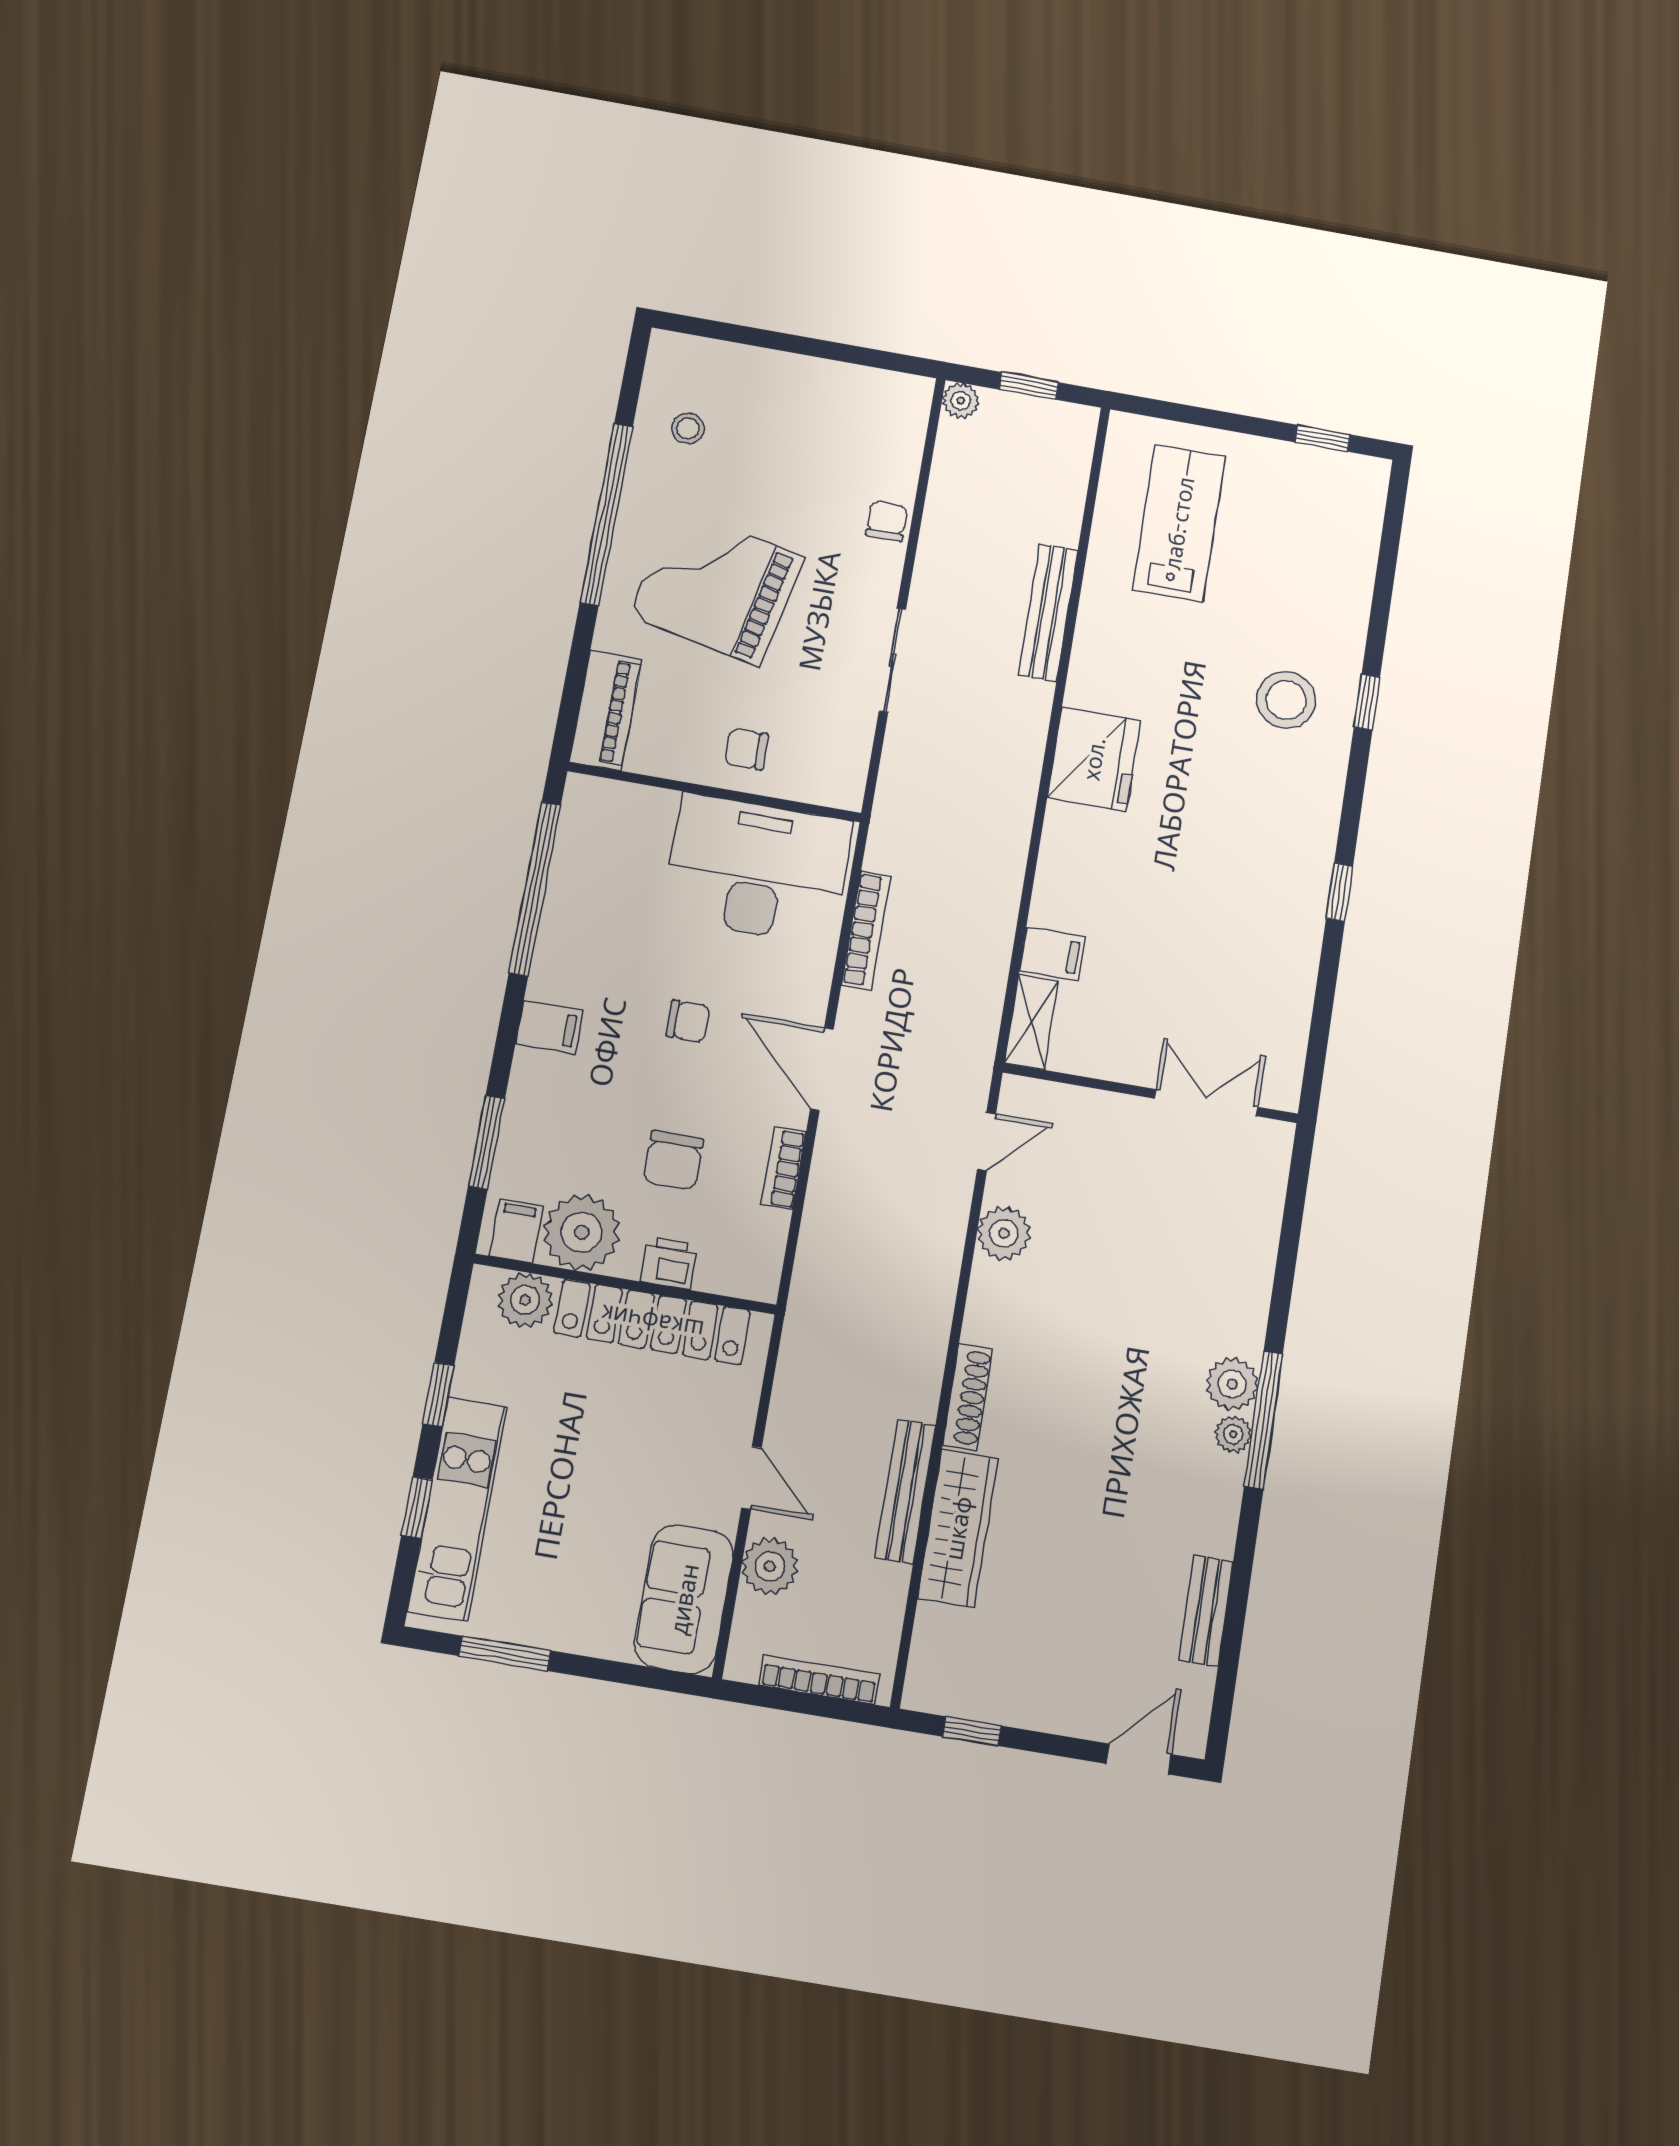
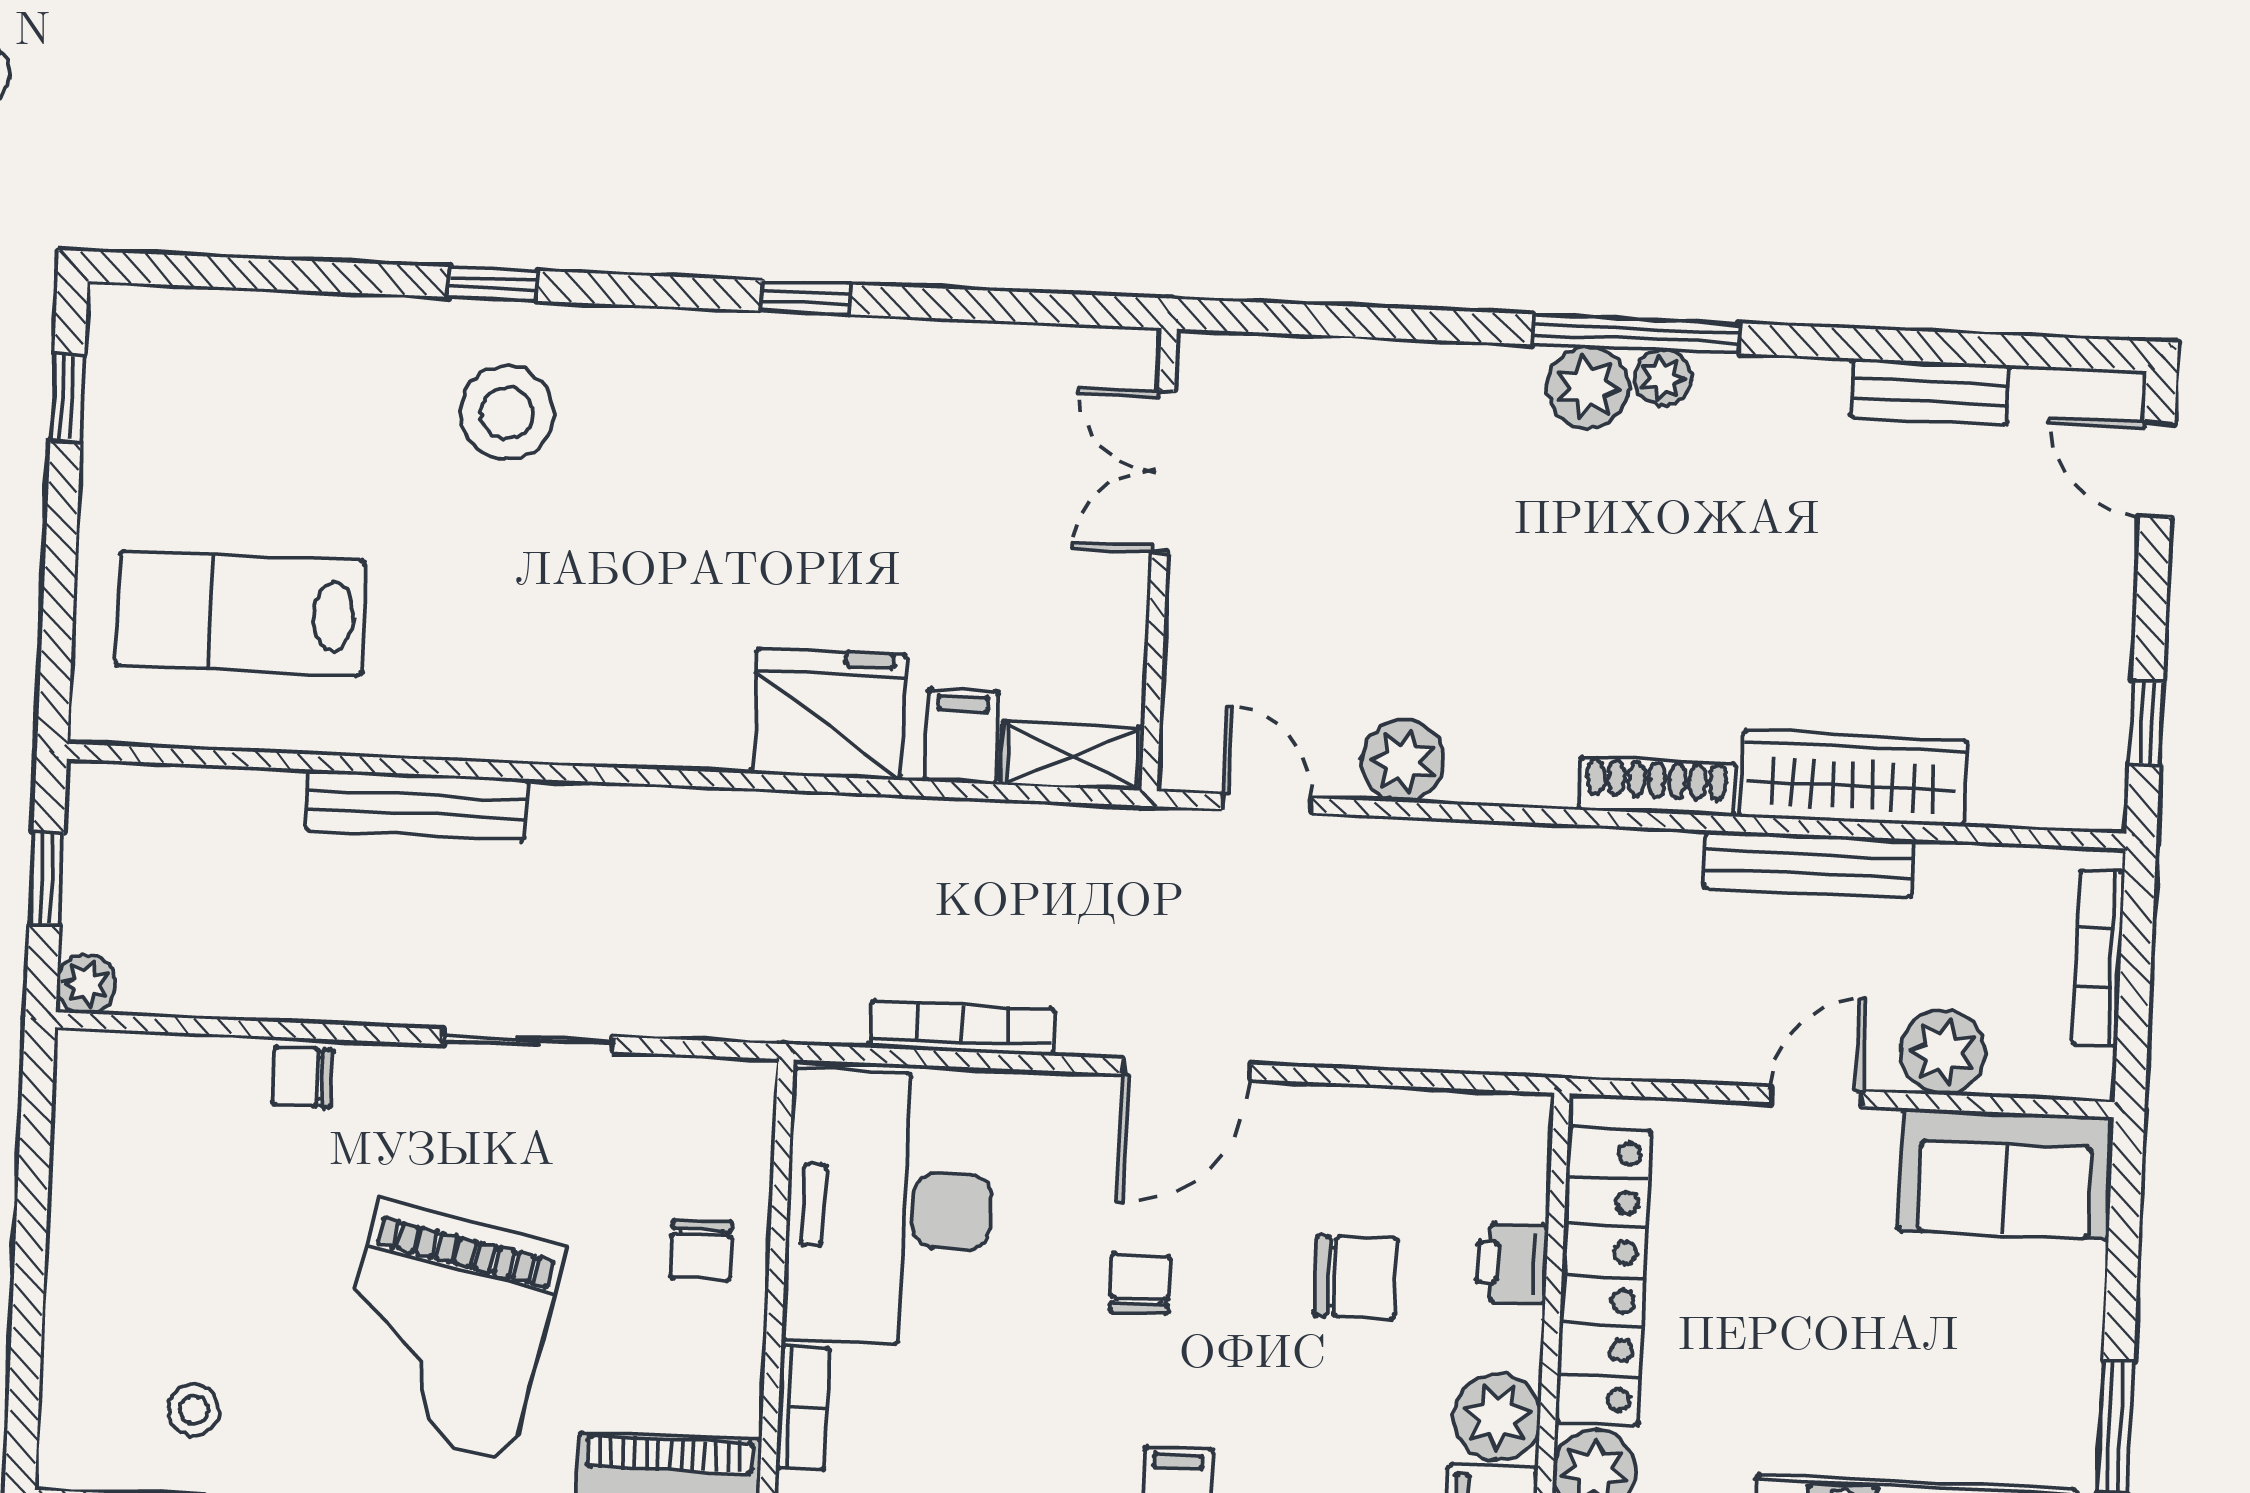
fridge: (1094, 759) -> (829, 714), moved
bookcase: (784, 1168) -> (803, 1408), moved, turned -90
plant: (582, 1232) -> (1497, 1417), width x0.73, depth x0.73

